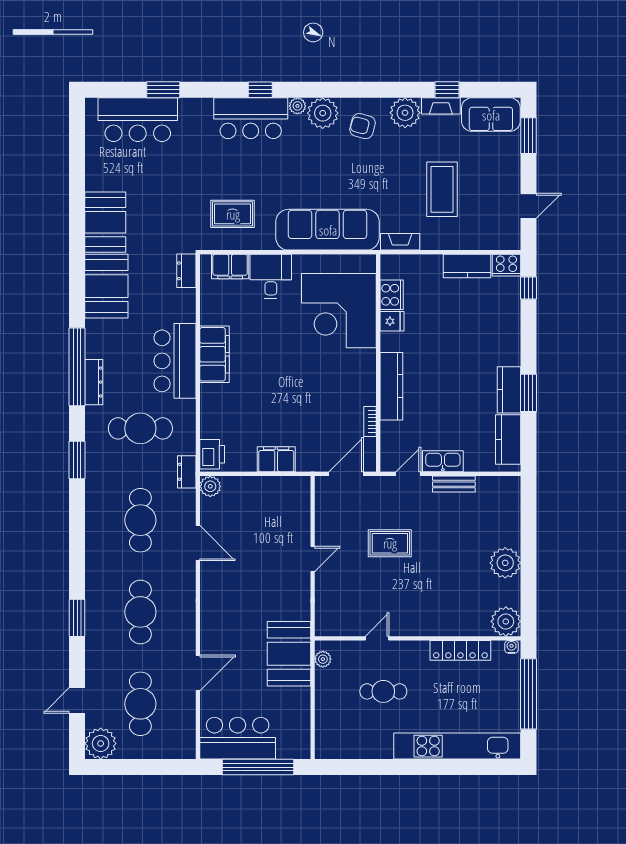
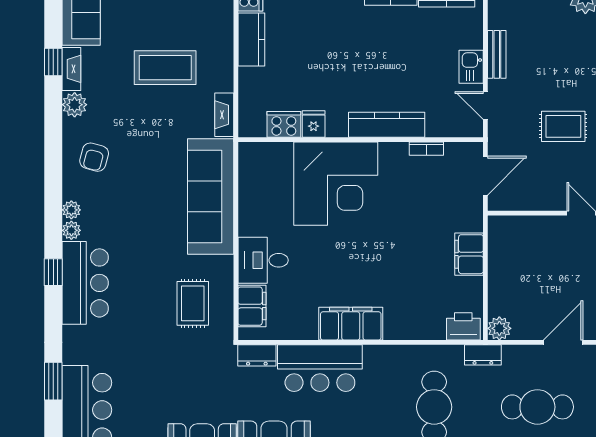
plant: (323, 113) -> (71, 210), width x0.53, depth x0.53
plant: (405, 113) -> (75, 105), width x0.73, depth x0.73
corner desk: (339, 311) -> (336, 184), moved
bar counter: (175, 361) -> (320, 368), moved
kitchen sink: (443, 461) -> (471, 67), width x0.73
door: (346, 474) -> (485, 176), swing flipped
rug: (390, 543) -> (563, 126), turned 90

